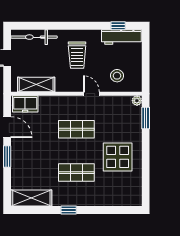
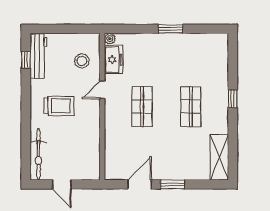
shelving: (36, 84) -> (92, 152), removed
freezer: (25, 104) -> (113, 60), moved
window: (146, 118) -> (171, 29), moved
display table: (118, 157) -> (173, 60), removed
window: (69, 210) -> (233, 99), moved

